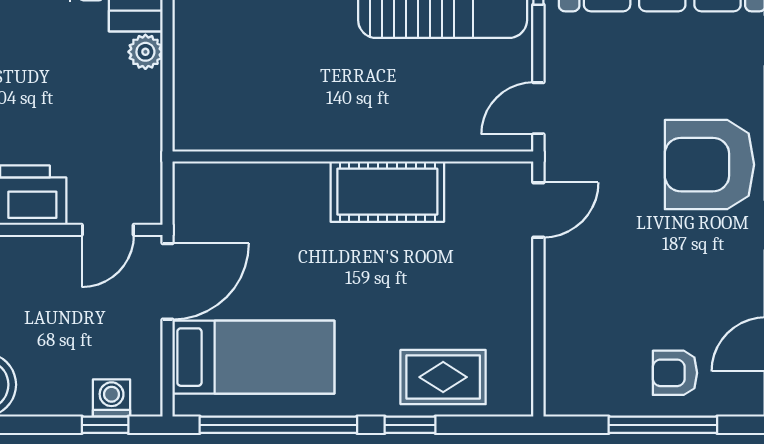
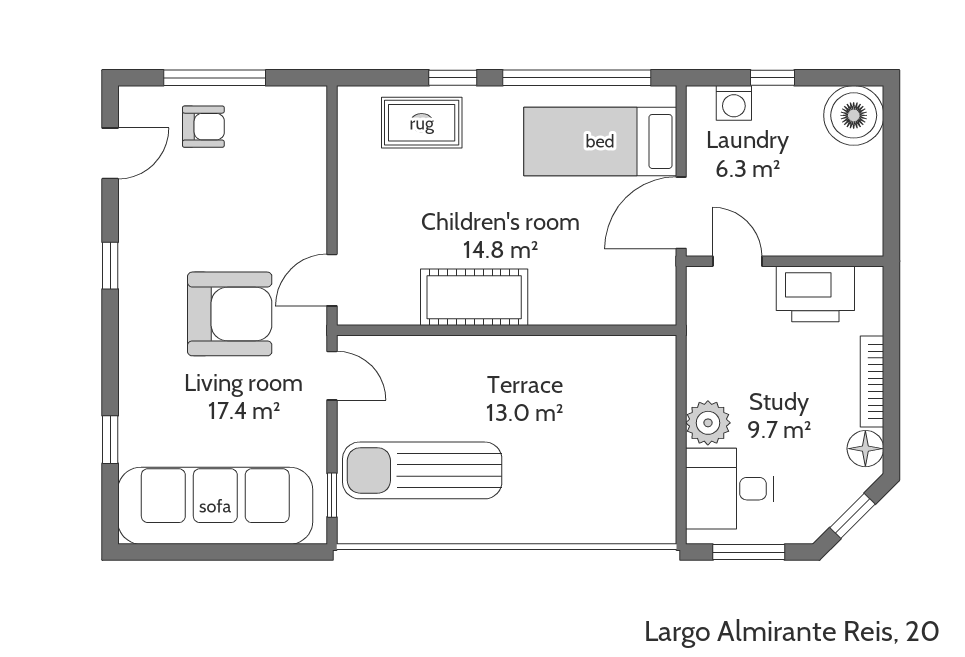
plant: (145, 52) -> (708, 423), width x1.38, depth x1.38
door: (538, 108) -> (332, 376), hinge flipped
armchair: (709, 165) -> (230, 314), moved
door: (108, 230) -> (737, 261), hinge flipped
window: (105, 425) -> (772, 78), moved

